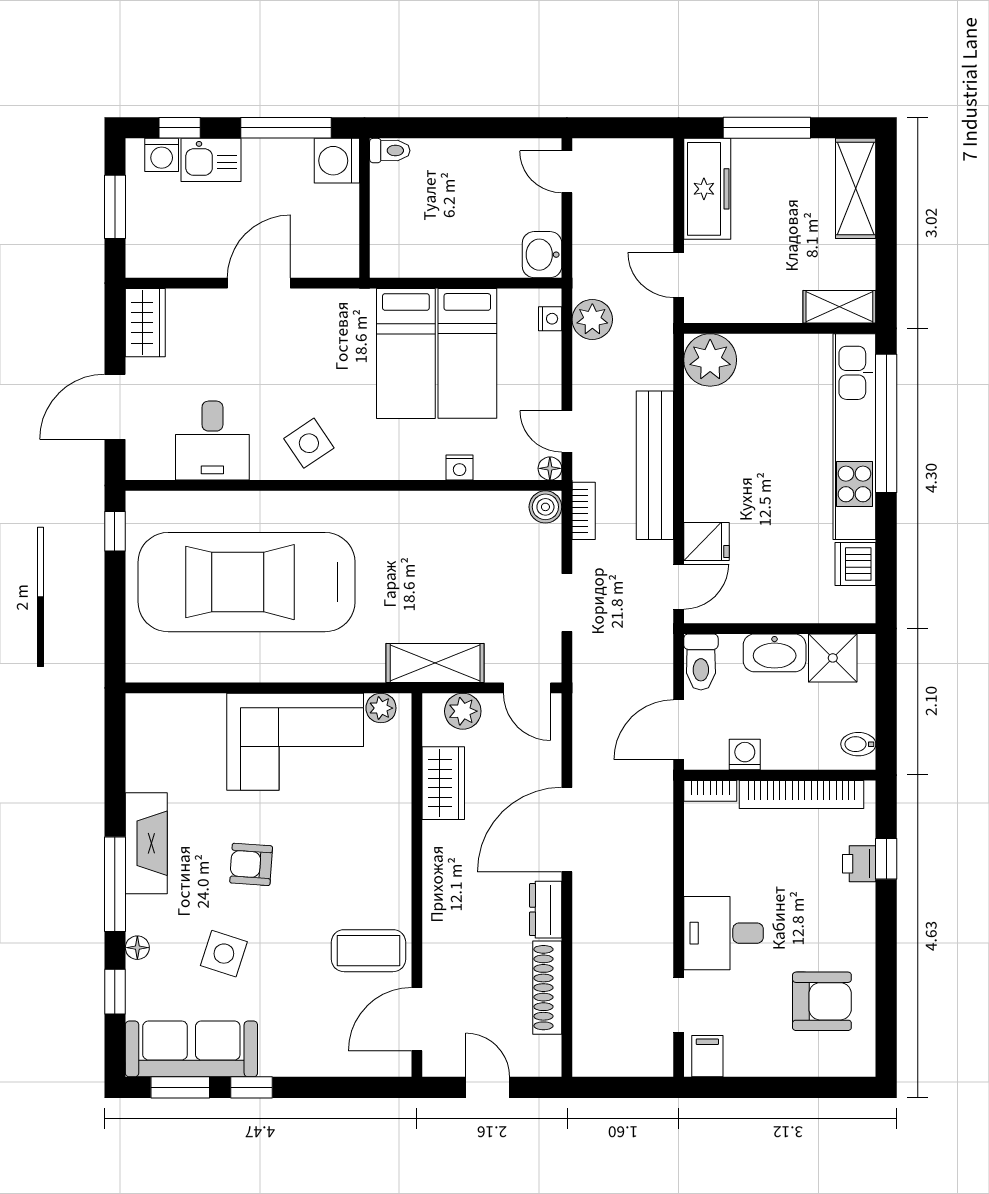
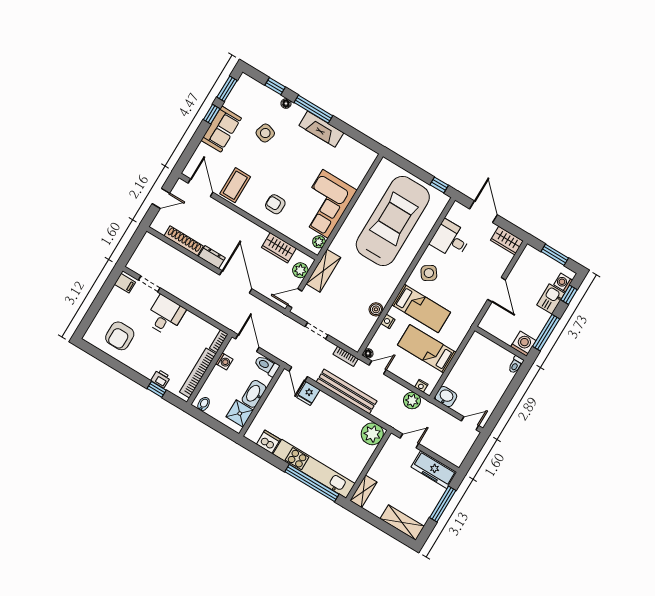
bed: (406, 354) -> (421, 308), moved, turned 180
boiler: (545, 507) -> (376, 309), moved
armchair: (251, 864) -> (275, 204), moved, turned -93
sofa: (191, 1049) -> (221, 129), moved, width x0.73

